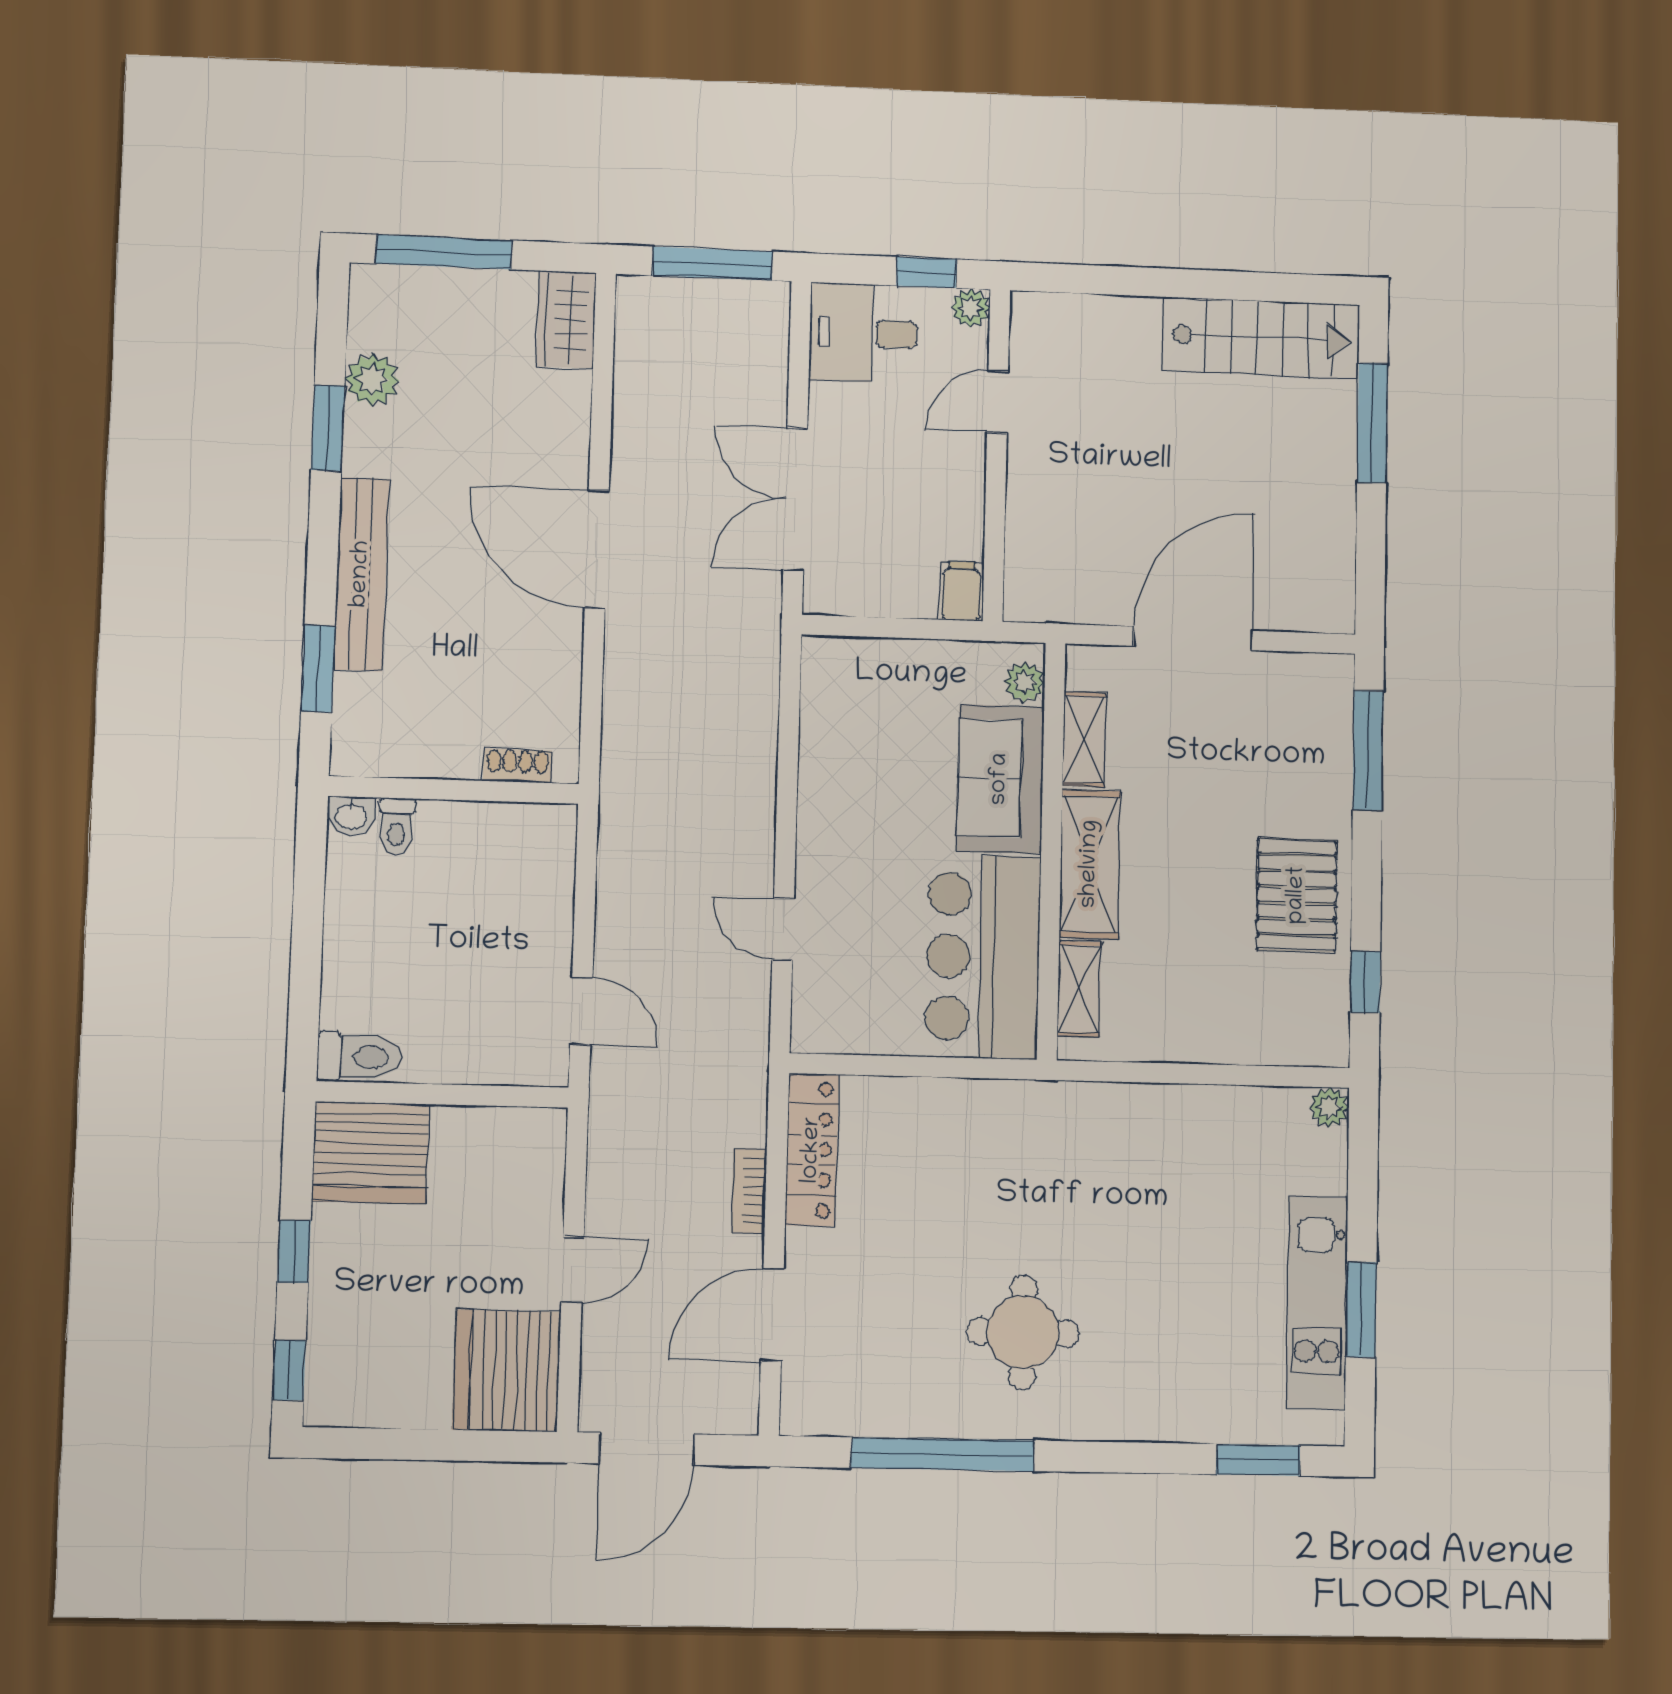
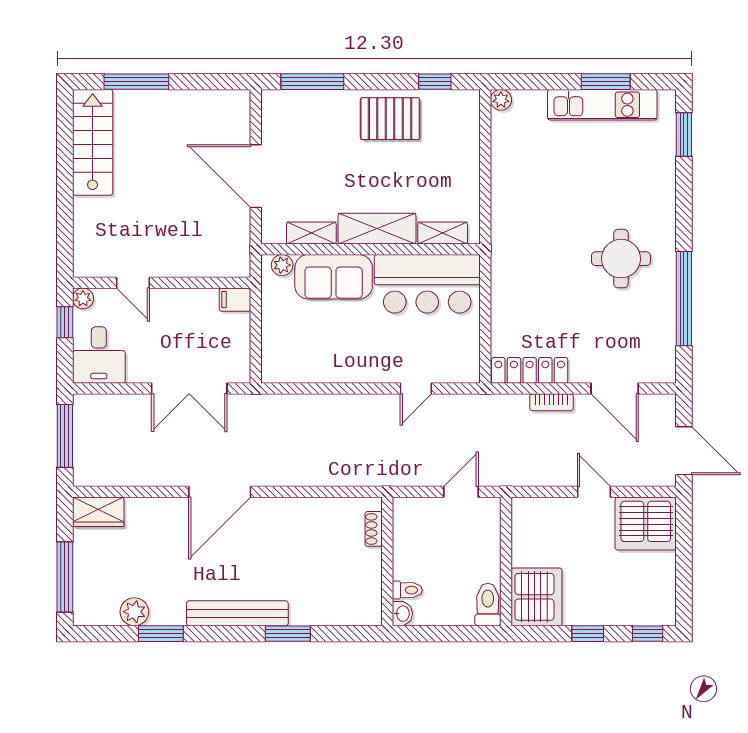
shoe rack: (517, 766) -> (374, 529), moved
wall: (454, 790) -> (387, 561), moved
washbasin: (351, 816) -> (402, 614), moved
toilet: (397, 827) -> (407, 590), moved

